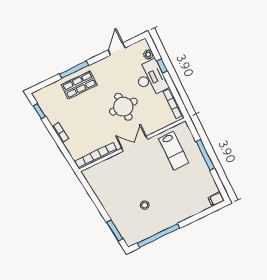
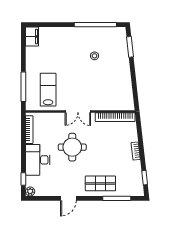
door: (117, 49) -> (68, 198), moved
plant: (148, 55) -> (30, 191), moved
window: (162, 66) -> (23, 179), moved
window: (74, 70) -> (117, 198), moved
window: (205, 155) -> (23, 87), moved
filing cabinet: (216, 199) -> (32, 36), width x2.00

